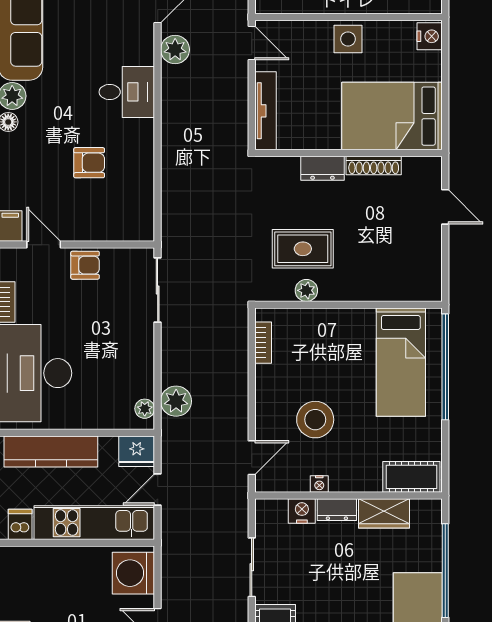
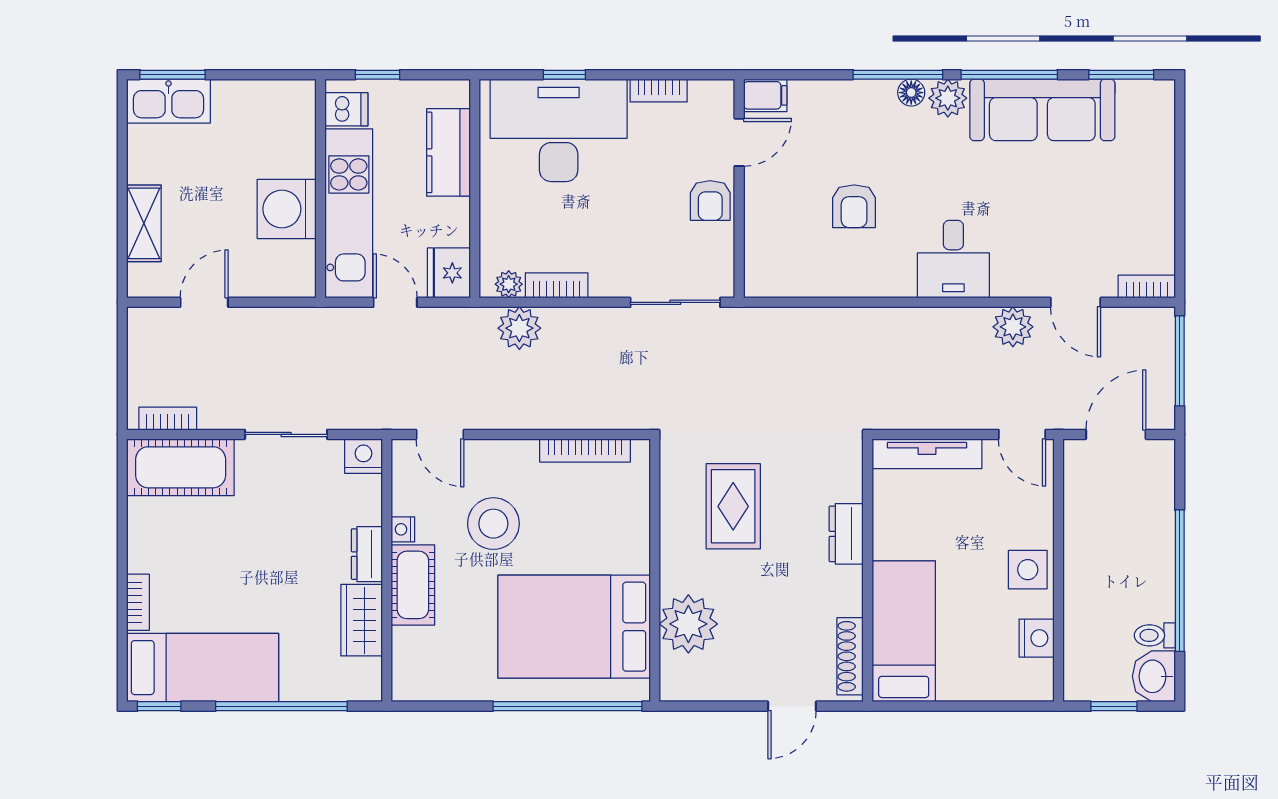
nightstand: (430, 36) -> (1037, 638), moved, turned -90
door: (252, 43) -> (1022, 434), hinge flipped
bed: (392, 116) -> (904, 631), width x0.67
shoe rack: (374, 166) -> (850, 656), moved
plant: (306, 290) -> (688, 624), moved, width x1.87, depth x1.87
bookcase: (263, 343) -> (585, 450), width x1.56
bed: (401, 362) -> (574, 627), width x1.50
bookcase: (146, 375) -> (557, 285), added
kitchen counter: (51, 452) -> (448, 152), width x0.67
cot: (411, 477) -> (413, 585), moved
nightstand: (302, 511) -> (363, 456), moved, turned -90
washing machine: (133, 573) -> (287, 209), moved, turned -90

